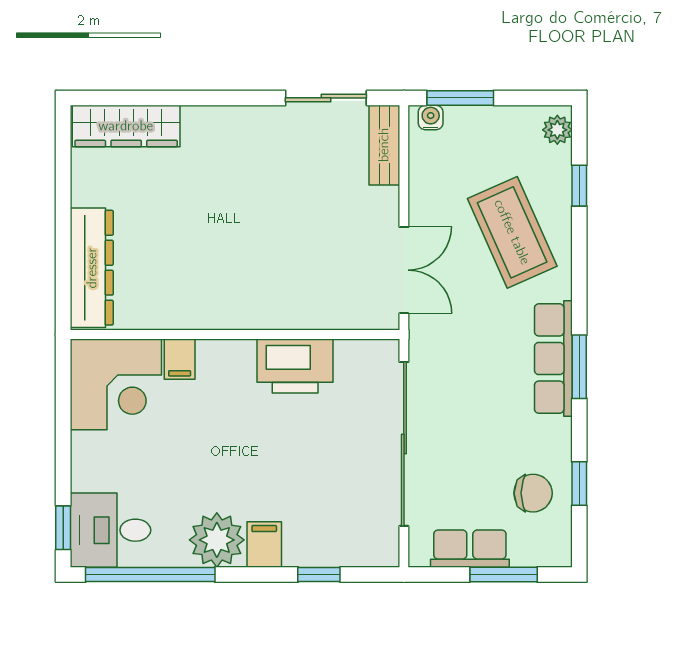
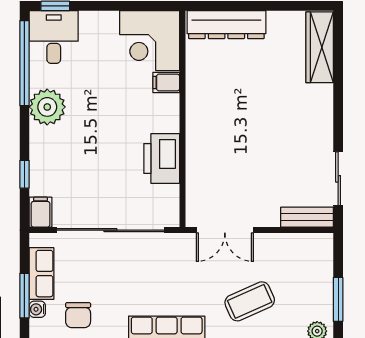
window: (460, 98) -> (338, 299), moved
water cooler: (431, 118) -> (37, 309), moved, turned 180
coffee table: (512, 232) -> (250, 301), width x0.73, depth x0.76
filing cabinet: (264, 545) -> (40, 212), moved, turned -90

